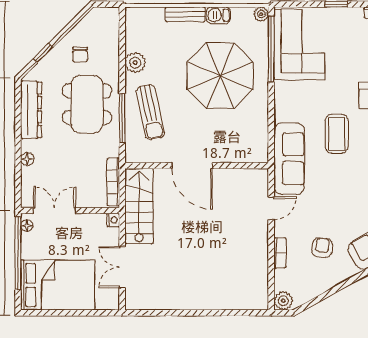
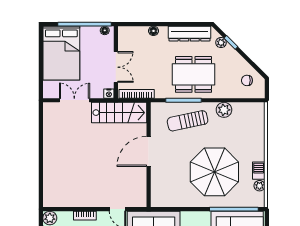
bench: (185, 14) -> (259, 146), removed
plant: (261, 14) -> (259, 186), moved
chair: (80, 54) -> (247, 80), moved
plant: (43, 67) -> (221, 43), added
double door: (54, 211) -> (116, 67), moved

